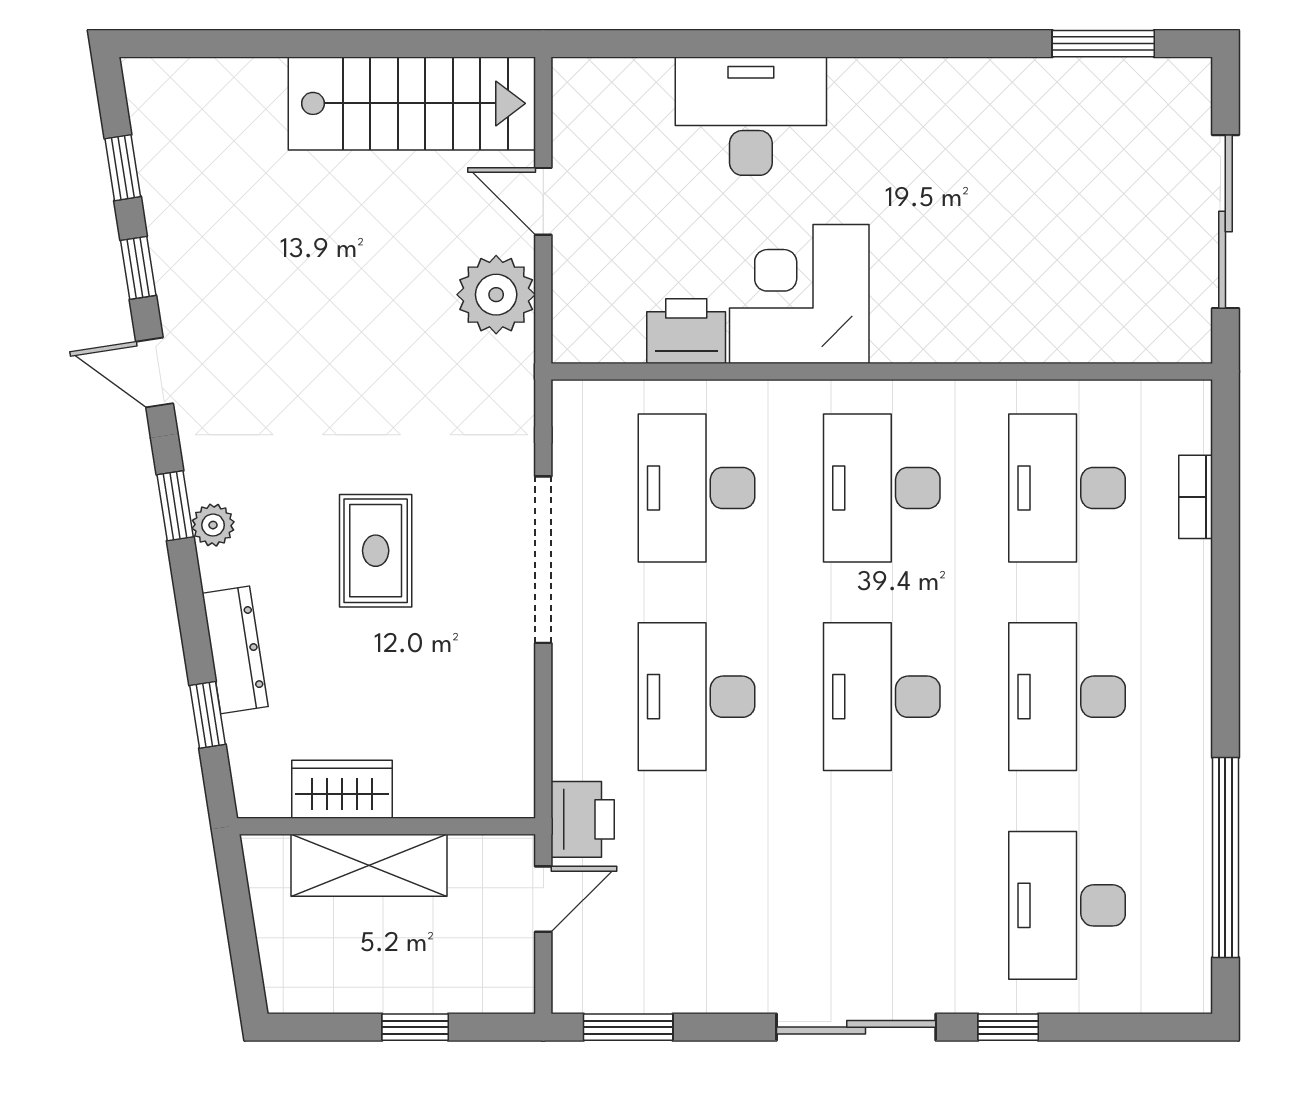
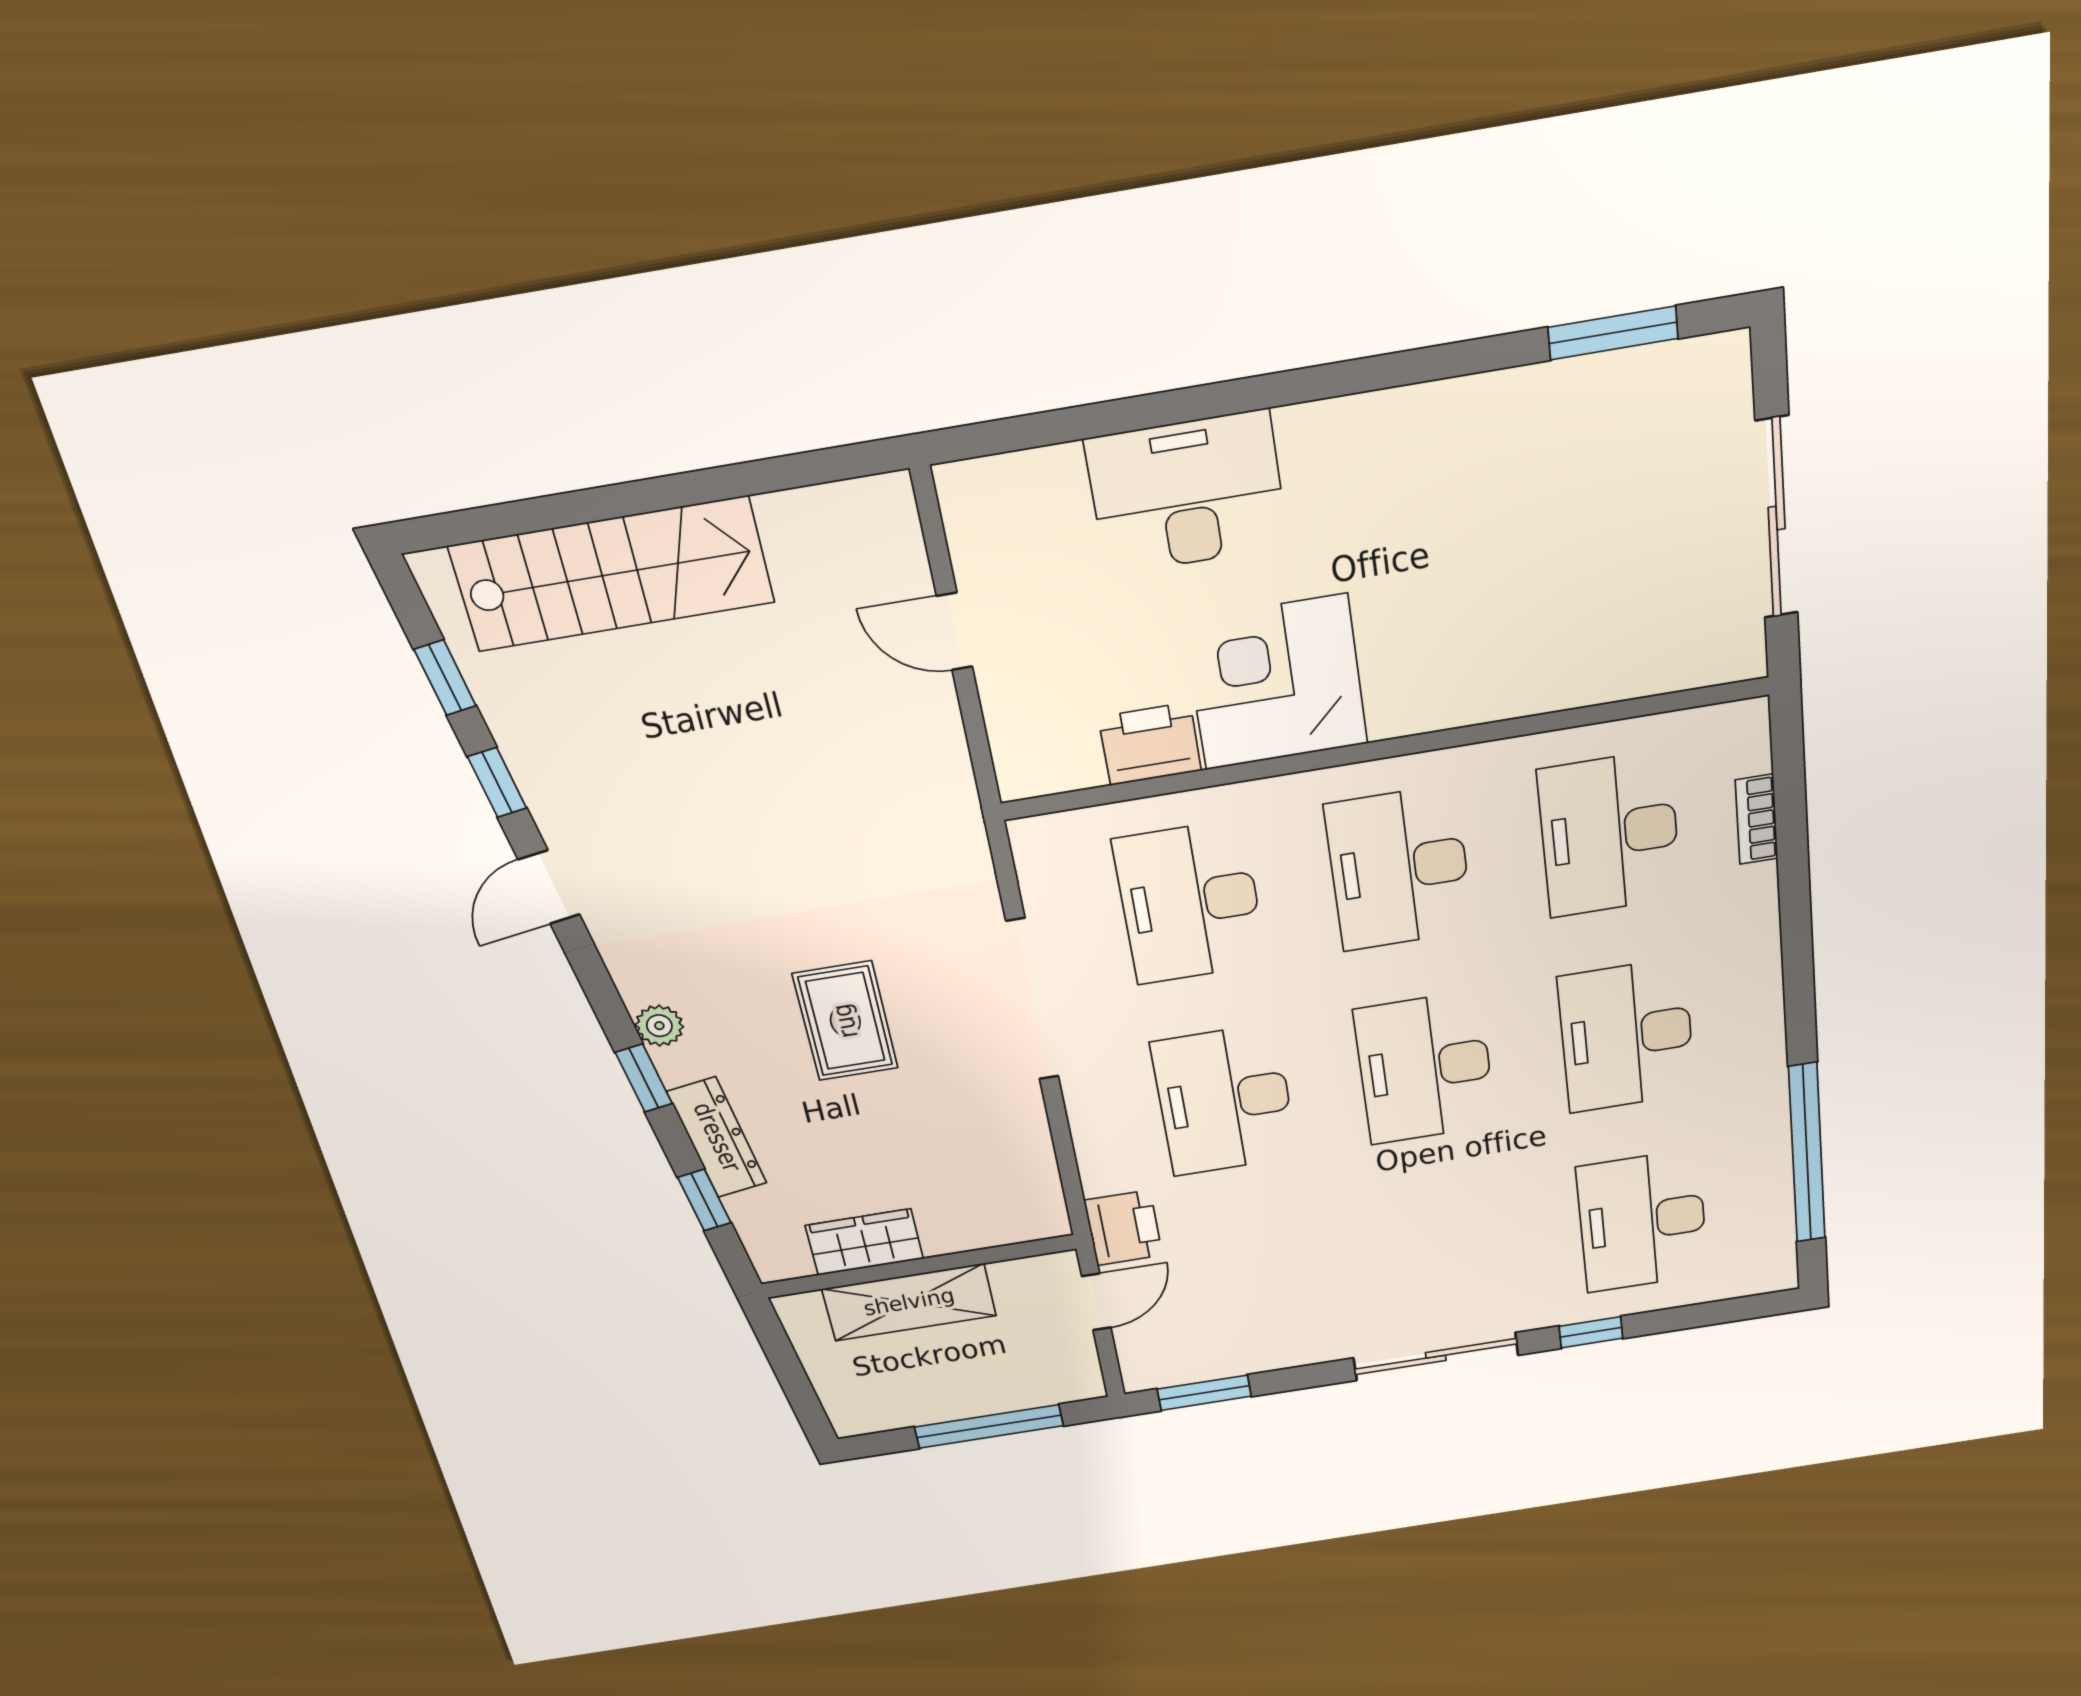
stairs: (412, 103) -> (612, 574), moved
plant: (496, 295) -> (921, 742), removed
door: (154, 372) -> (549, 887), hinge flipped
window: (175, 506) -> (644, 1078), moved
window: (415, 1027) -> (989, 1426), width x2.17

